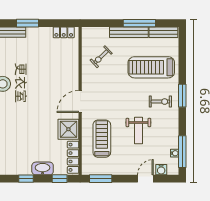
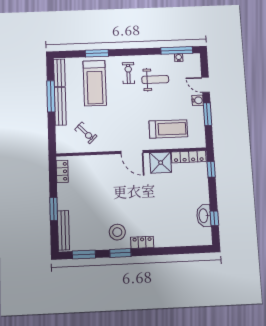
window: (182, 96) -> (97, 53), moved
weight bench: (138, 130) -> (155, 79), moved
treadmill: (102, 139) -> (168, 129), turned 180
washbasin: (43, 168) -> (204, 216), moved
water cooler: (161, 170) -> (198, 100), moved
window: (26, 179) -> (214, 218), moved
window: (101, 179) -> (207, 114), moved

